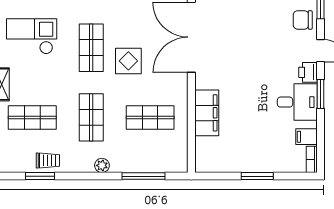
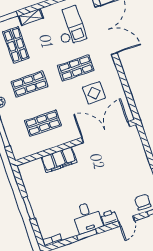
display table: (128, 61) -> (94, 93), moved
window: (320, 94) -> (87, 235), moved
shop shelf: (150, 117) -> (43, 123), turned 90
filing cabinet: (306, 137) -> (66, 231), removed

